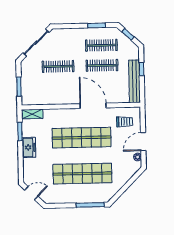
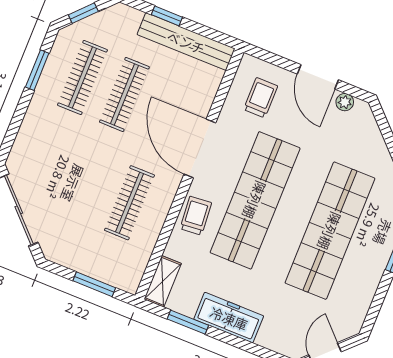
clothes rail: (58, 66) -> (129, 203), moved
door: (93, 106) -> (200, 148), hinge flipped
trolley: (65, 116) -> (196, 216), added
freezer: (29, 147) -> (229, 318), width x1.40

